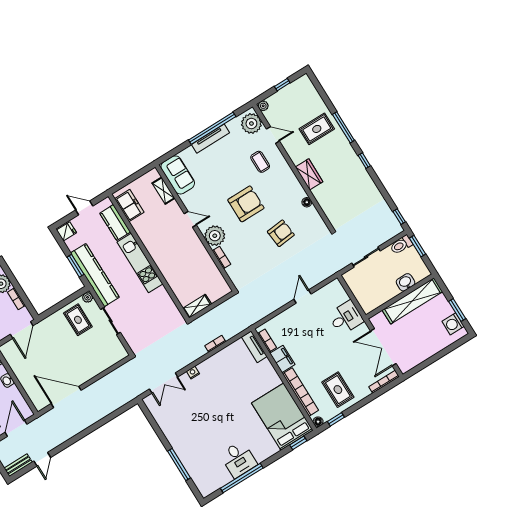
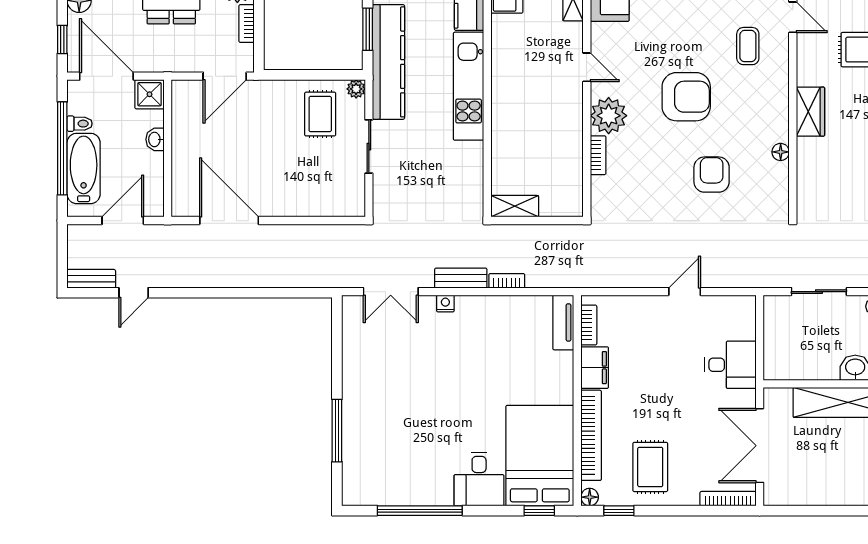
armchair: (281, 233) -> (712, 175), turned -84
bench: (193, 356) -> (461, 278), added
desk: (238, 459) -> (479, 479), moved

